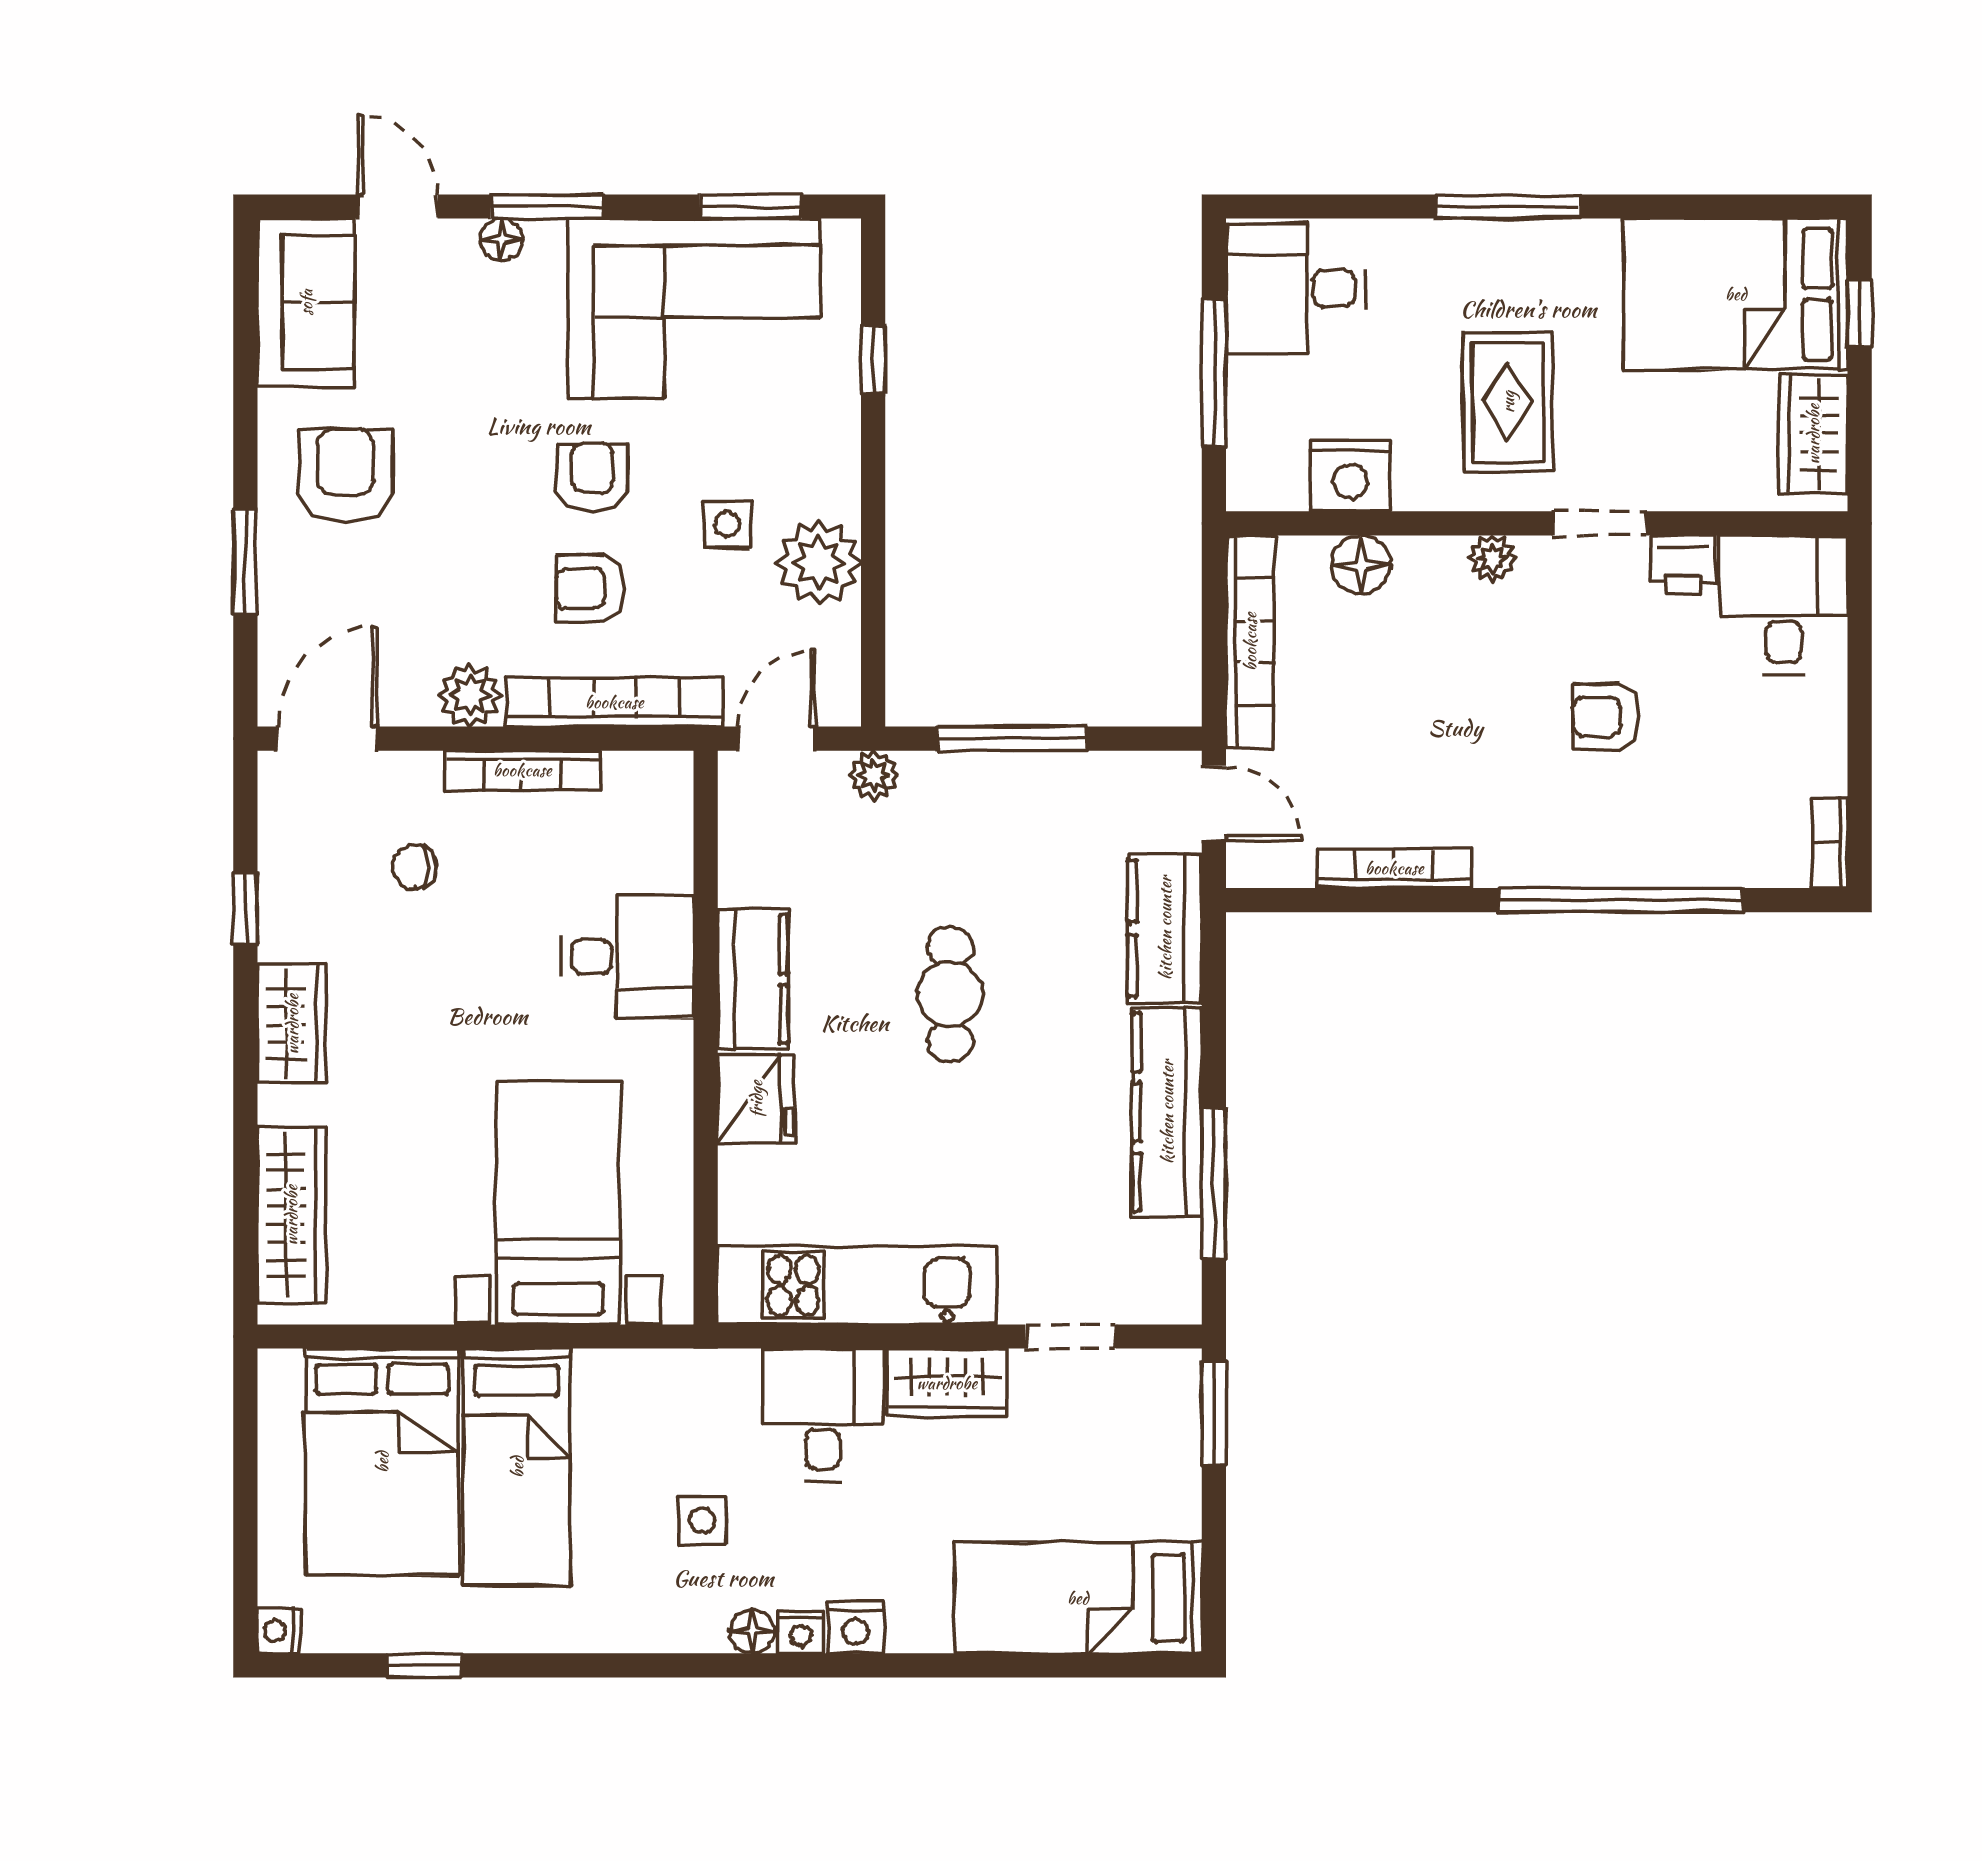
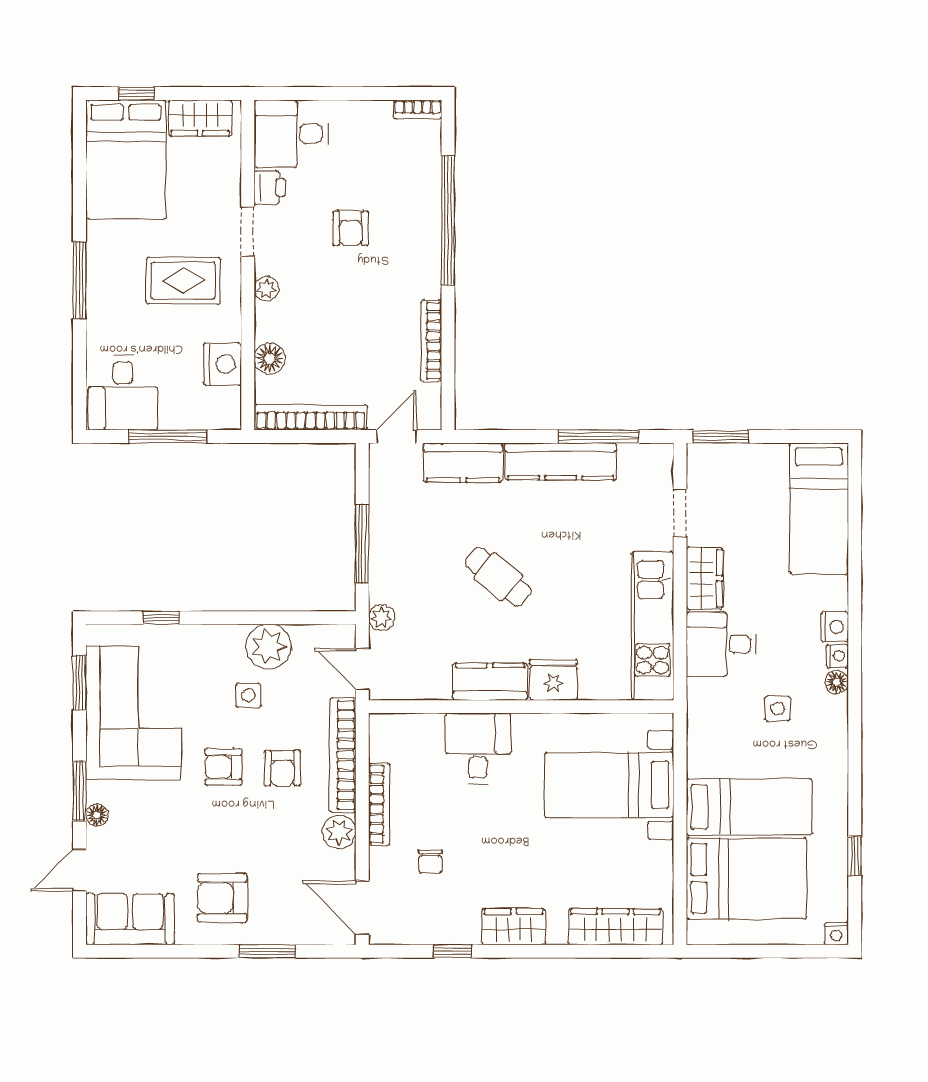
cafe table: (950, 994) -> (498, 577), turned 39

